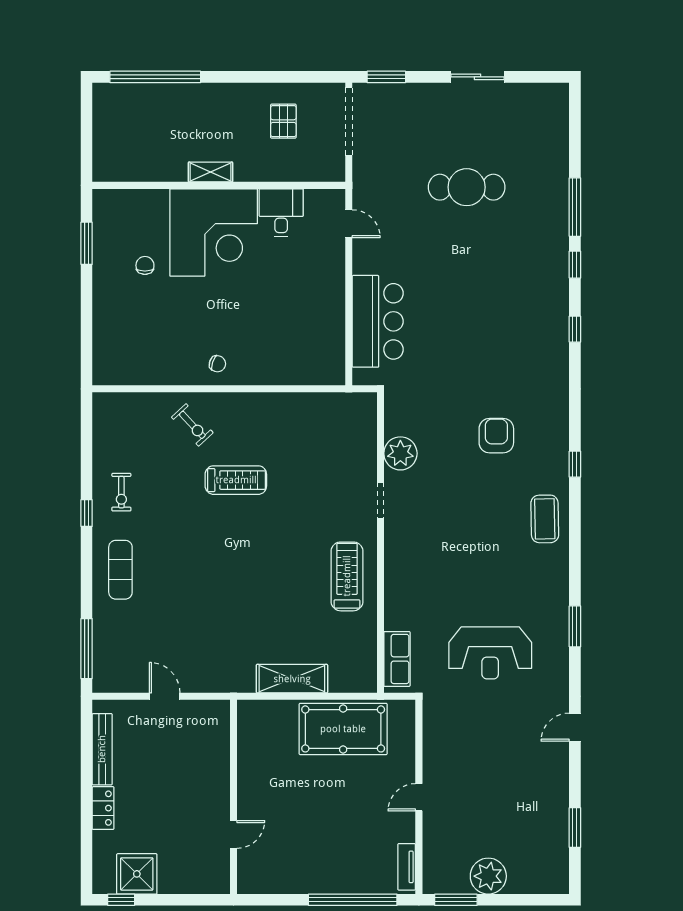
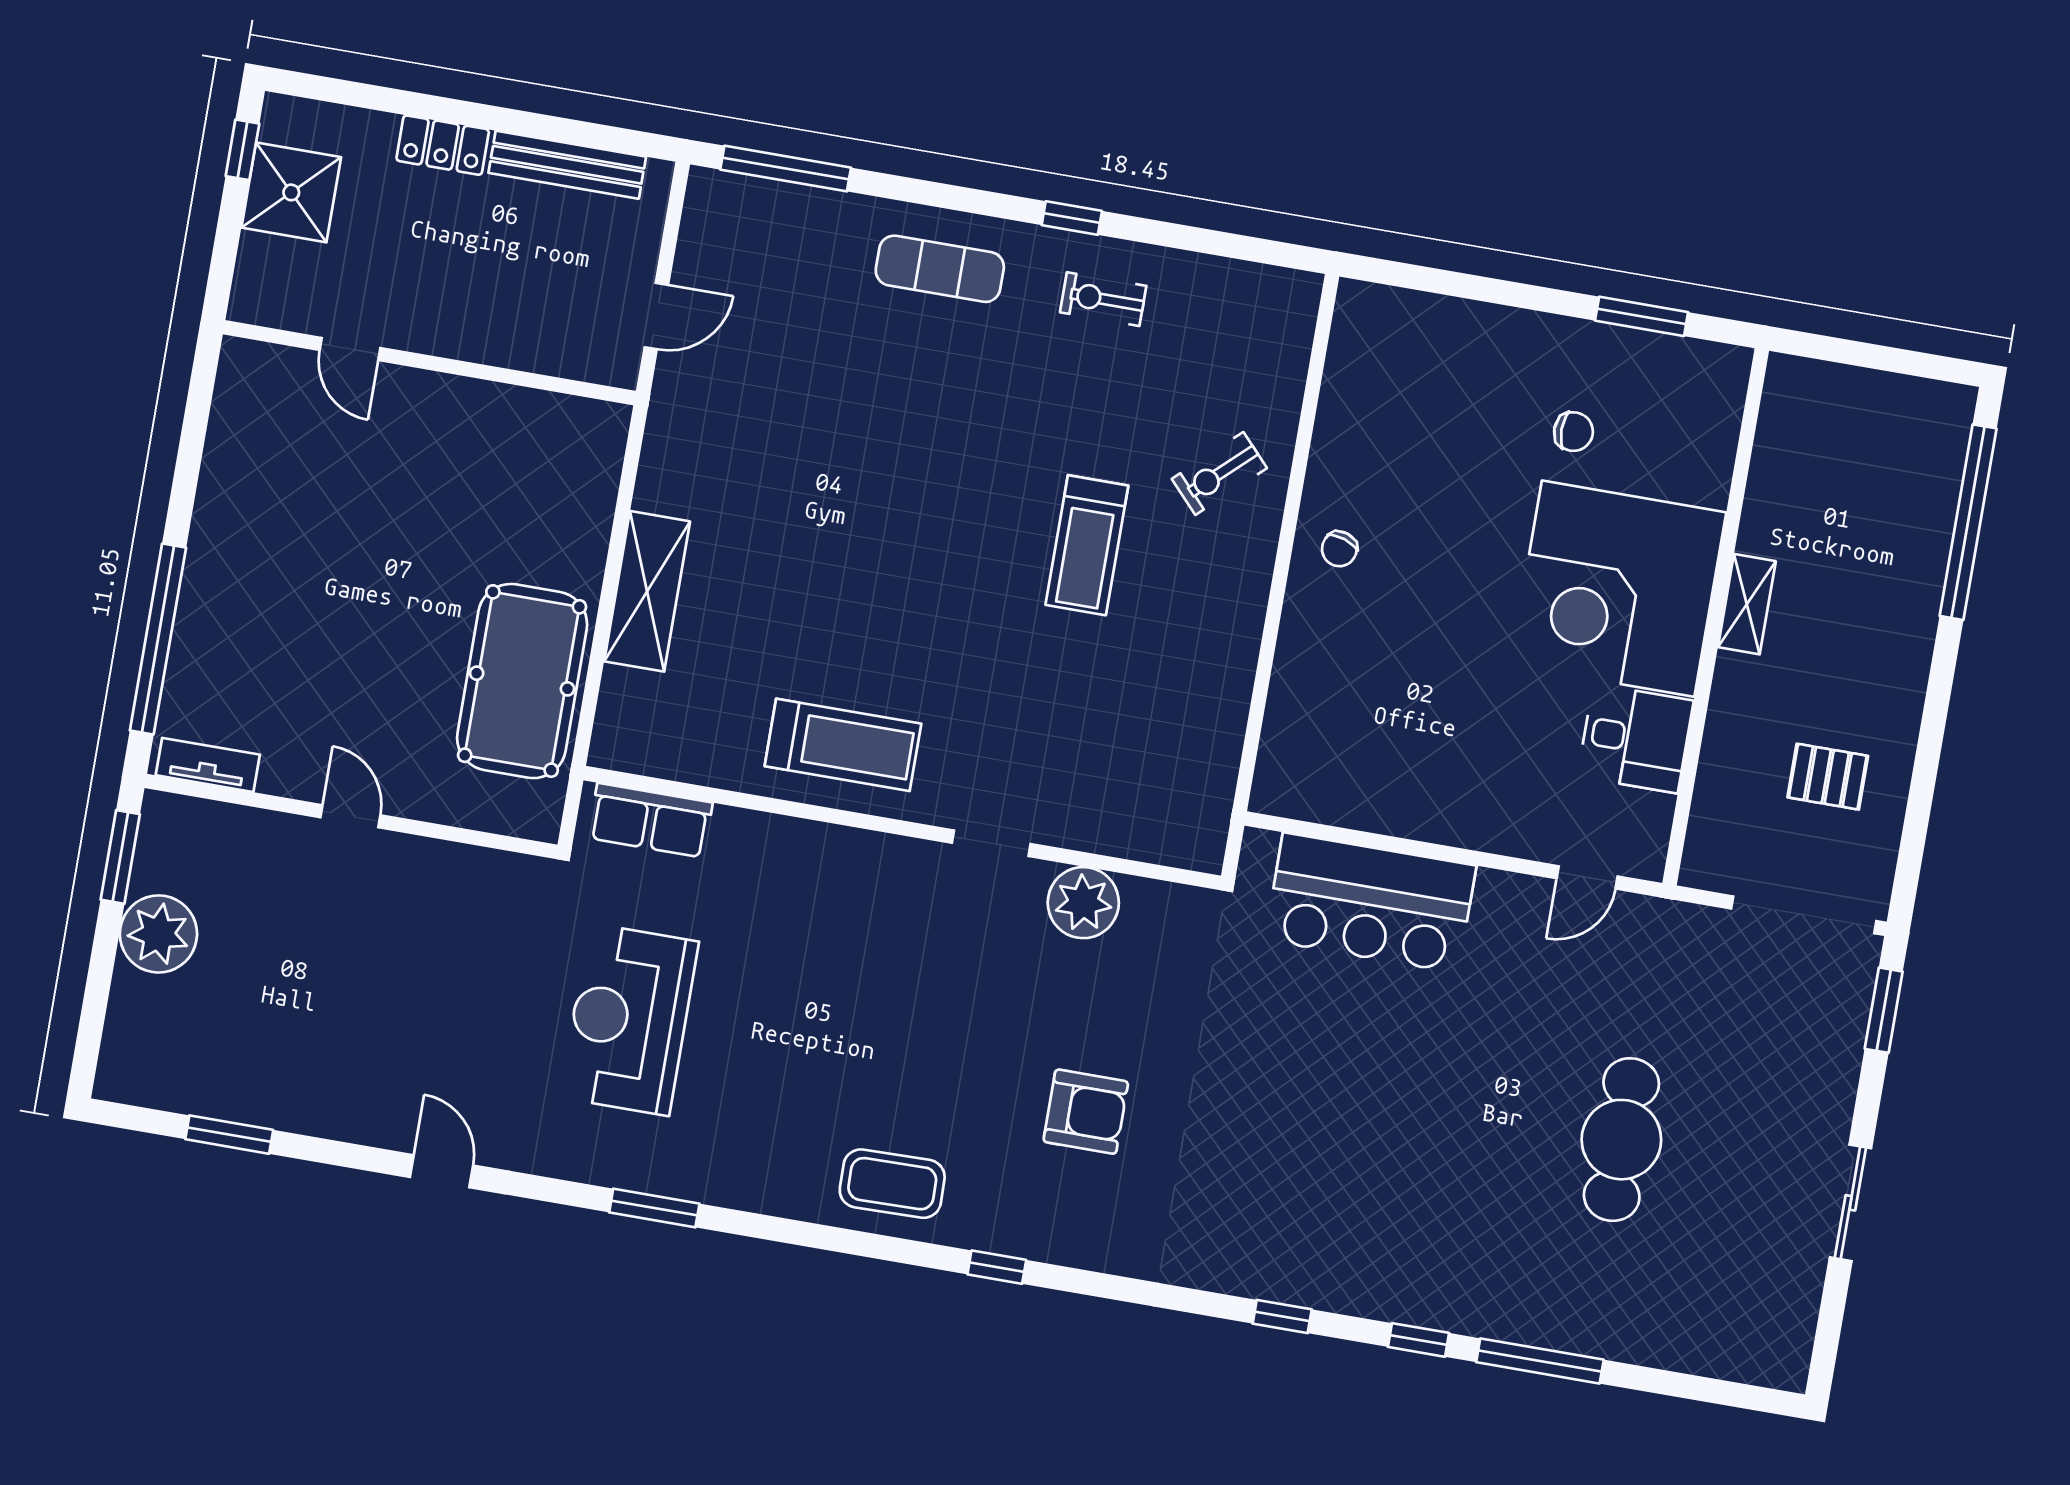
wall: (234, 797) -> (429, 363), moved
door: (234, 834) -> (350, 349), moved

